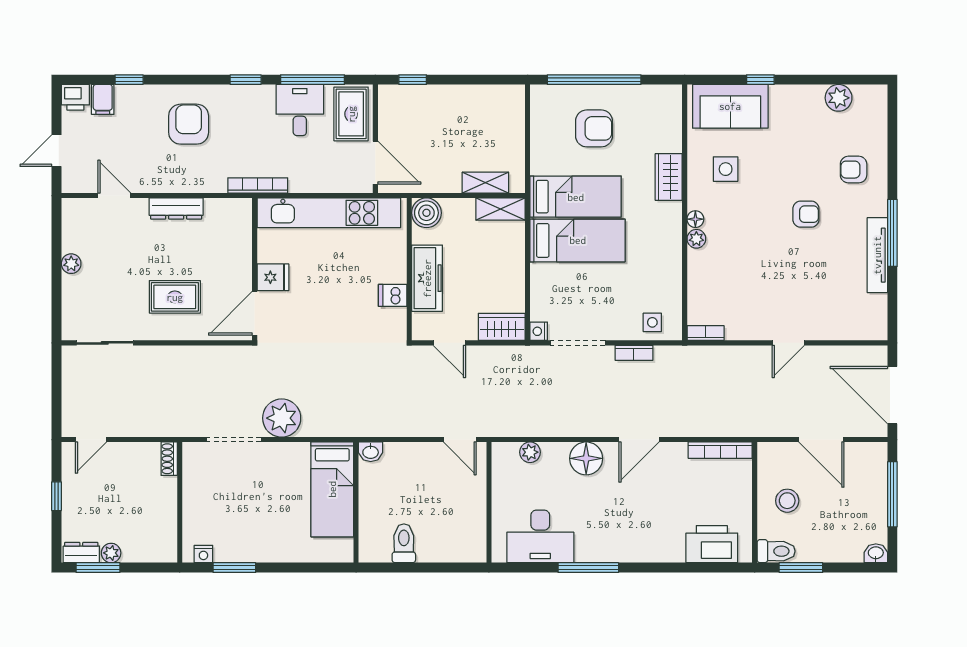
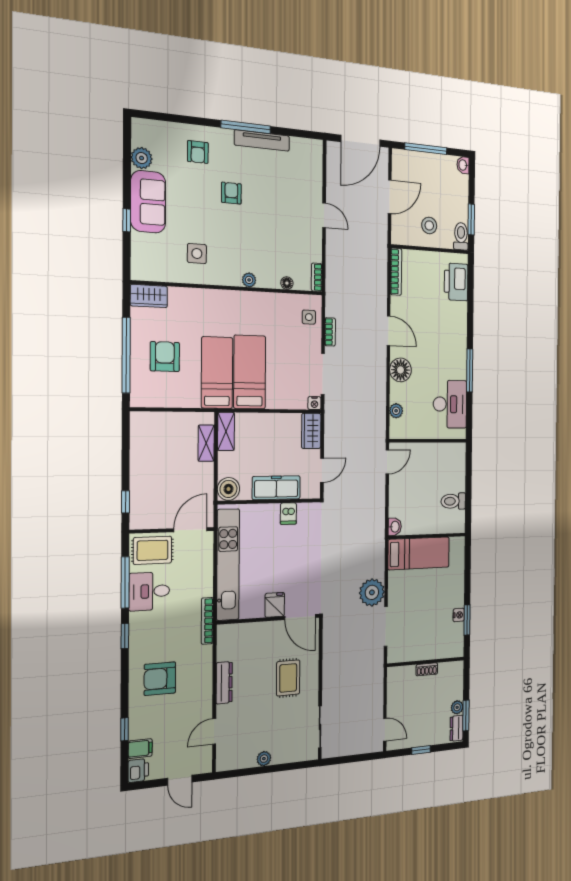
sofa: (730, 106) -> (148, 202), moved
wardrobe: (669, 177) -> (149, 296), moved
floor lamp: (695, 219) -> (287, 283), moved
shoe rack: (169, 459) -> (427, 669), moved
nightstand: (203, 554) -> (459, 615), moved

